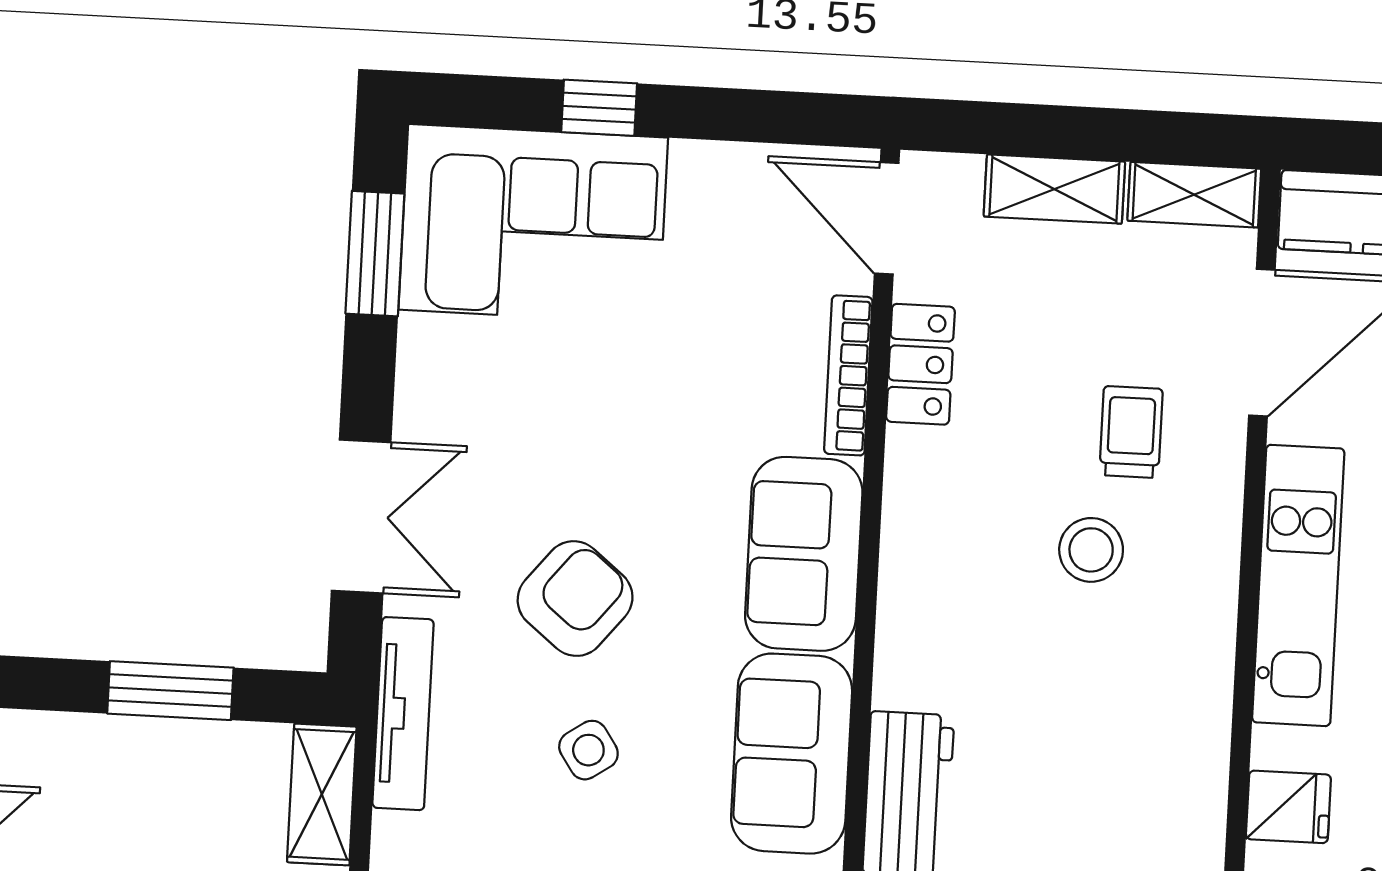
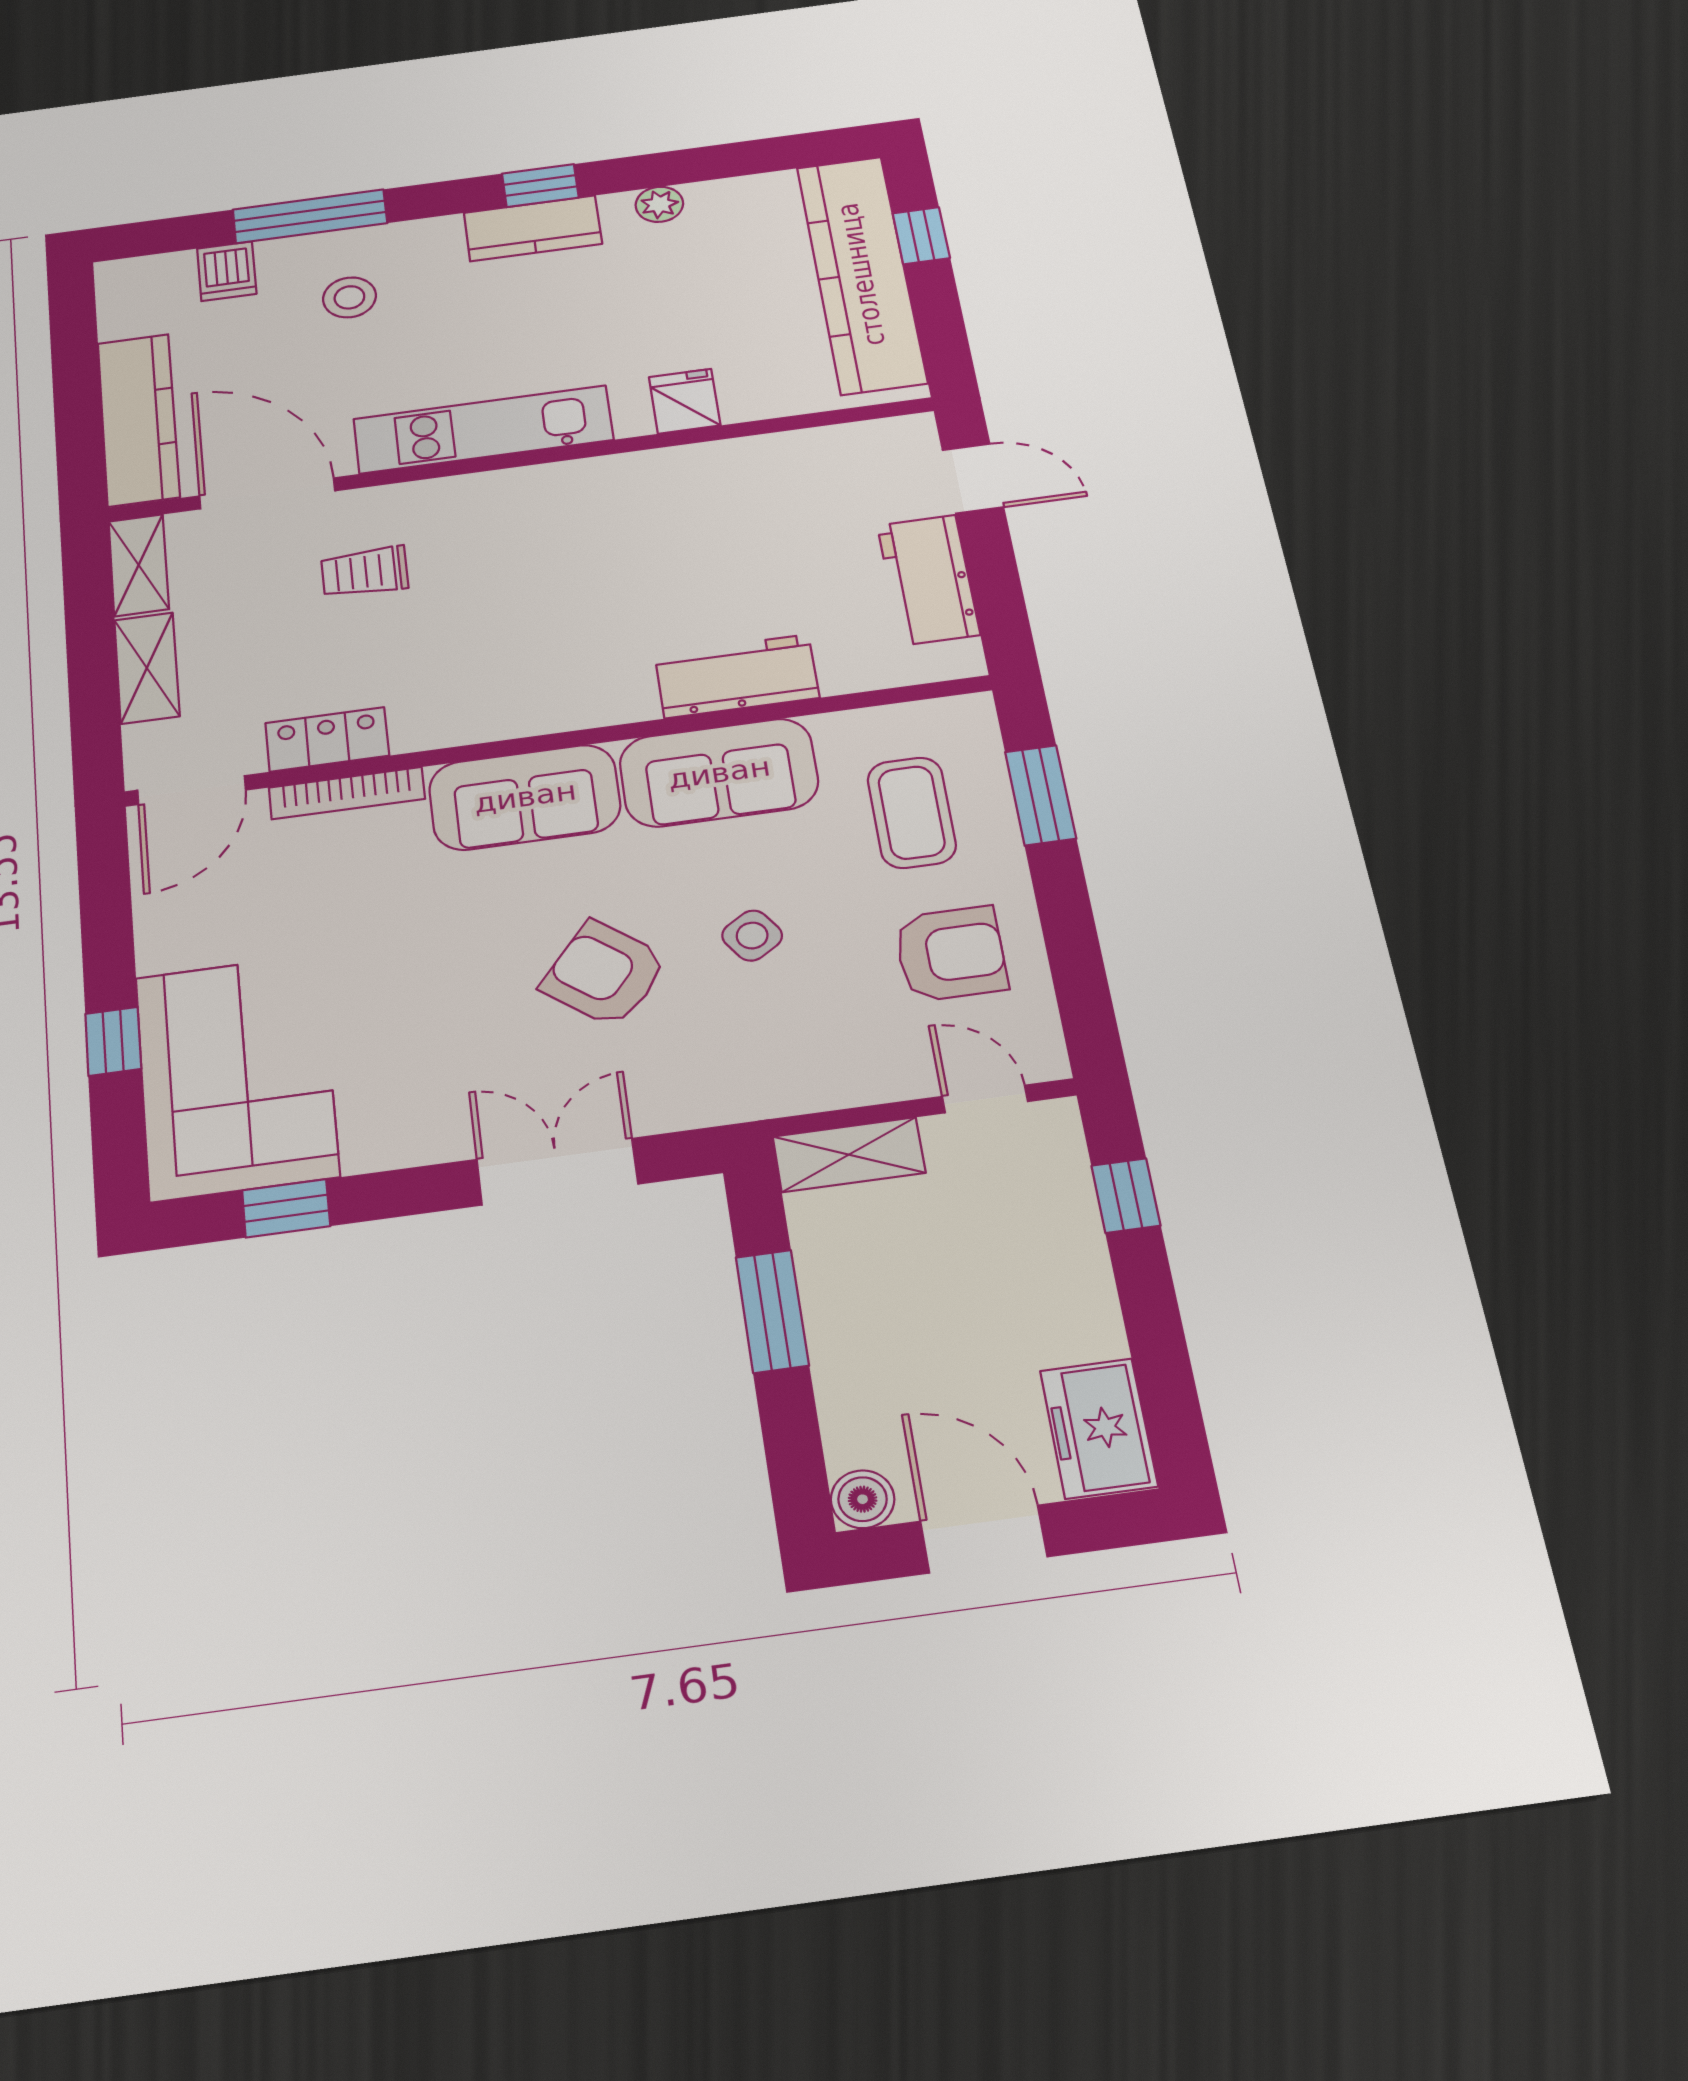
window: (375, 254) -> (286, 1208), width x0.67
stool: (1091, 550) -> (479, 582), removed
tv unit: (403, 714) -> (750, 1099), removed

